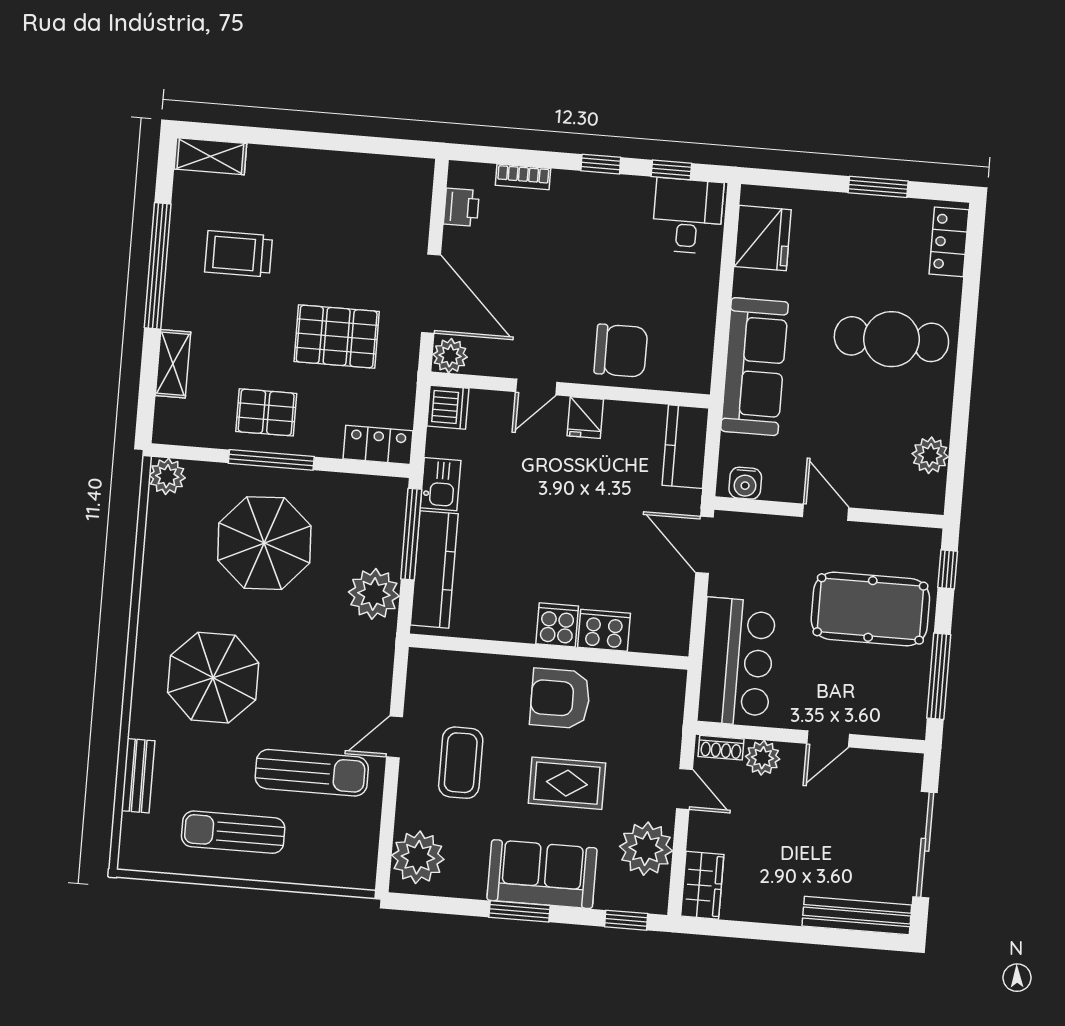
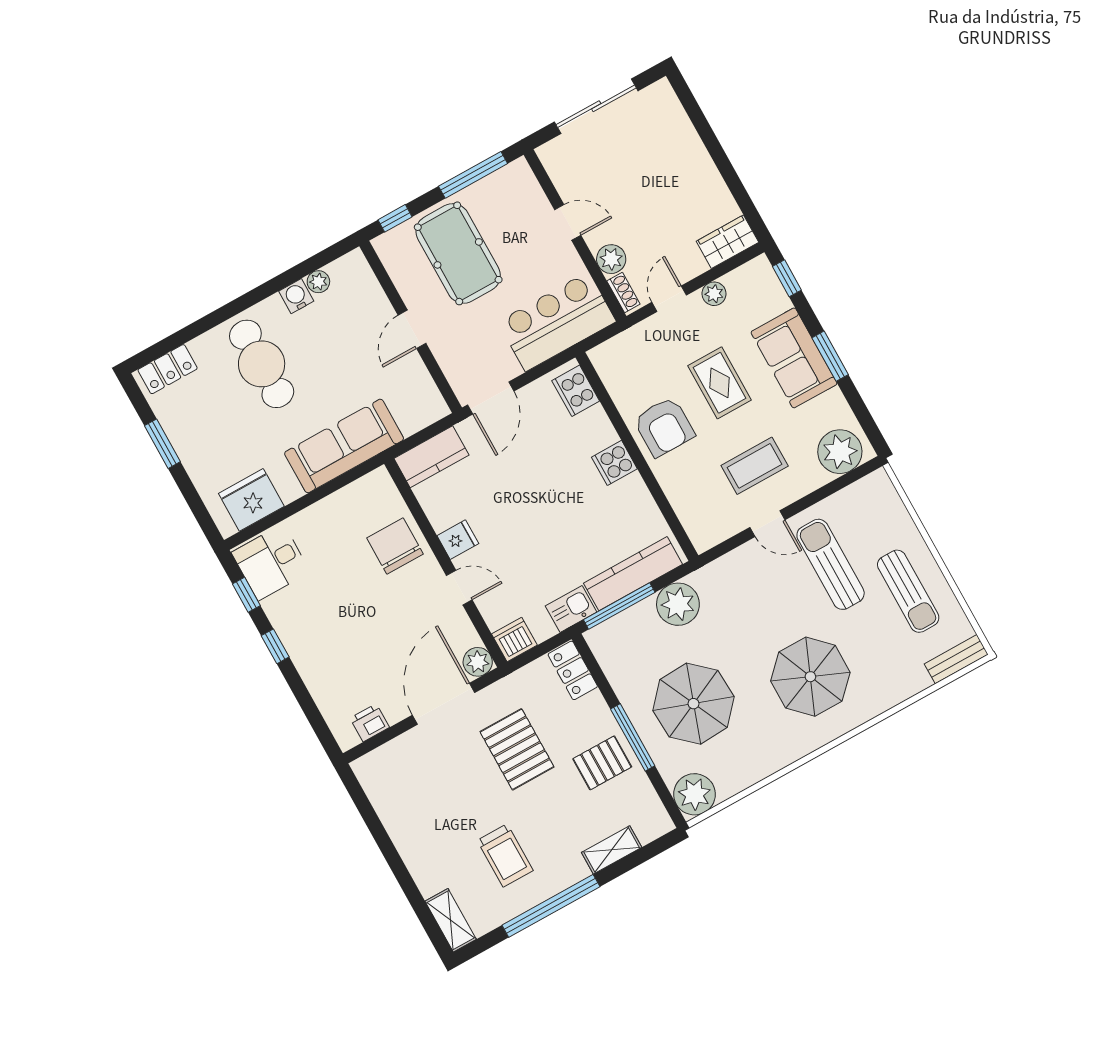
bookcase: (523, 177) -> (320, 694), removed
pallet: (266, 412) -> (602, 763), turned 90
plant: (930, 455) -> (318, 282), width x0.73, depth x0.73
plant: (167, 476) -> (694, 794), width x1.36, depth x1.36
water cooler: (745, 483) -> (296, 296), moved, turned -90
cooker: (604, 630) -> (576, 391), moved
bench: (138, 776) -> (956, 659), moved
plant: (646, 849) -> (714, 294), width x0.53, depth x0.53
bench: (857, 916) -> (677, 121), removed

